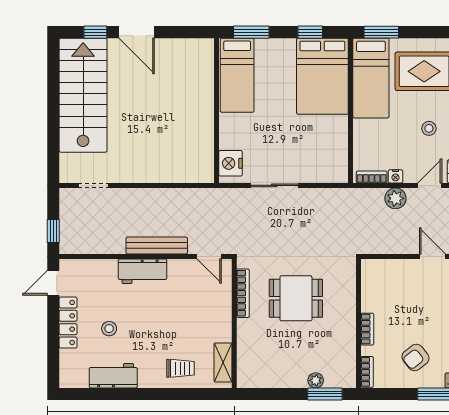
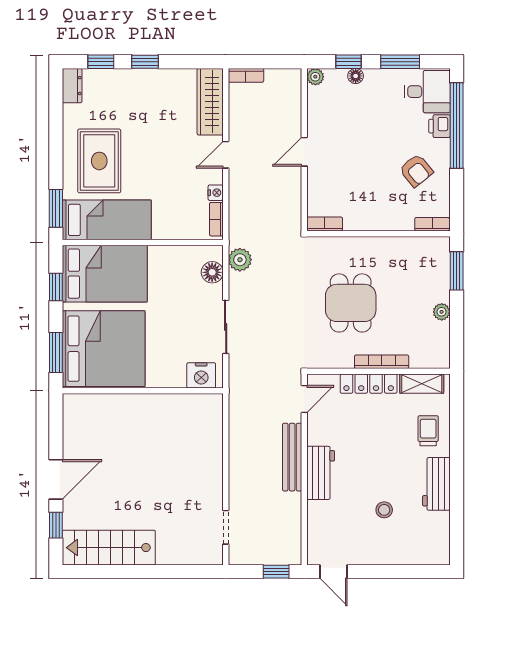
bed: (237, 75) -> (104, 349), width x2.04
stairs: (83, 95) -> (109, 548), width x0.73, depth x0.66
stool: (429, 128) -> (163, 156), removed
floor lamp: (324, 173) -> (212, 272), added
door: (430, 185) -> (226, 155), hinge flipped
plant: (395, 198) -> (240, 260), moved
bookcase: (243, 293) -> (382, 362), moved
locker: (68, 322) -> (369, 384), moved, turned 180
bookcase: (367, 329) -> (325, 224), moved
workbench: (113, 376) -> (436, 484), moved
plant: (316, 380) -> (442, 312), moved

